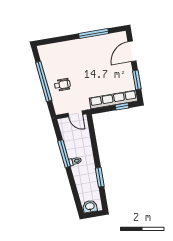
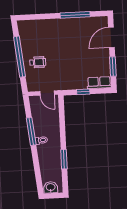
row of seats: (113, 100) -> (99, 83), width x0.50
window: (122, 106) -> (83, 92), moved

